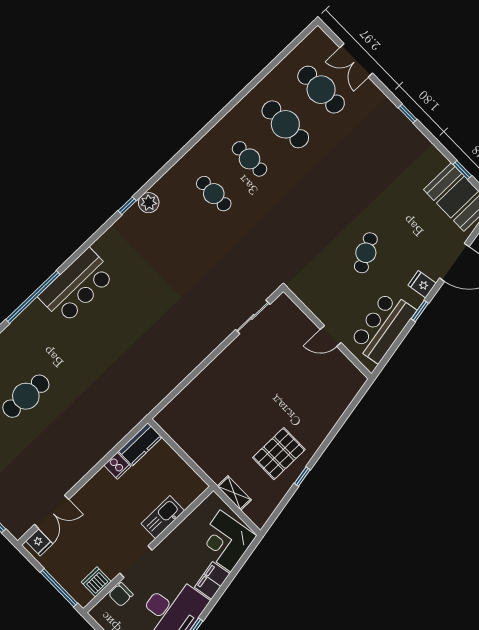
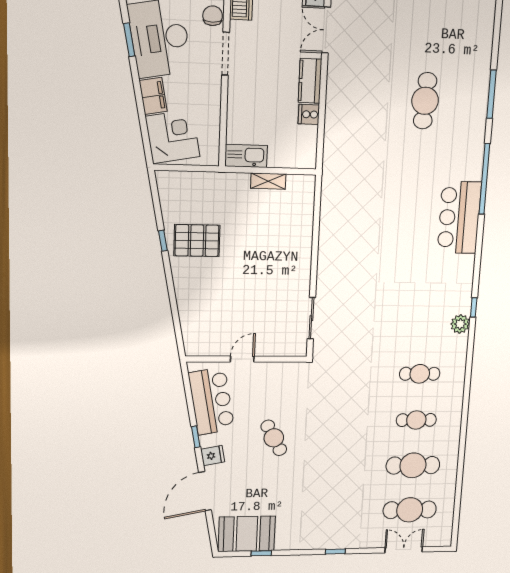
kitchen counter: (140, 444) -> (310, 81), moved
pallet: (279, 454) -> (197, 241), turned 90
shelving: (234, 493) -> (268, 181), moved
kitchen sink: (163, 517) -> (246, 156), moved, turned -90

